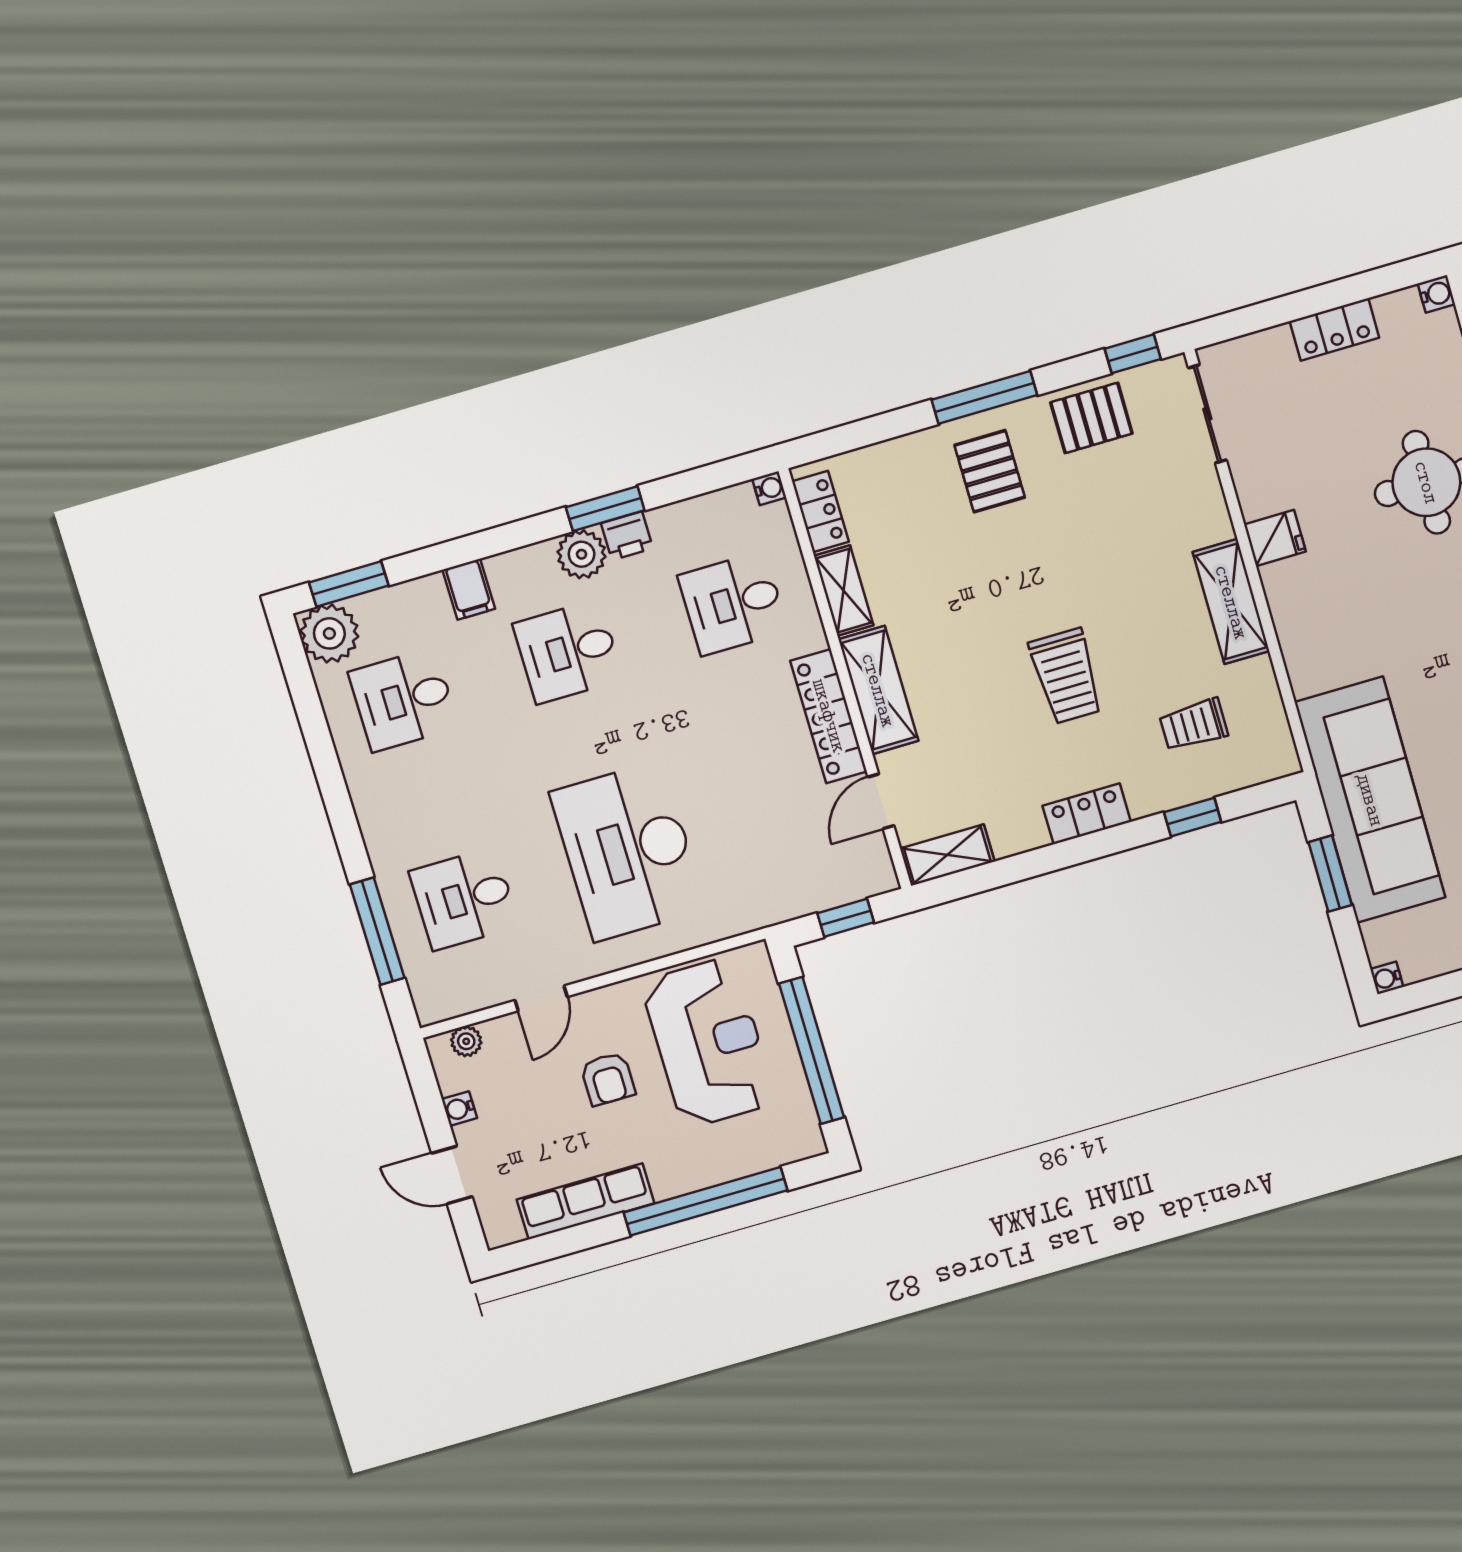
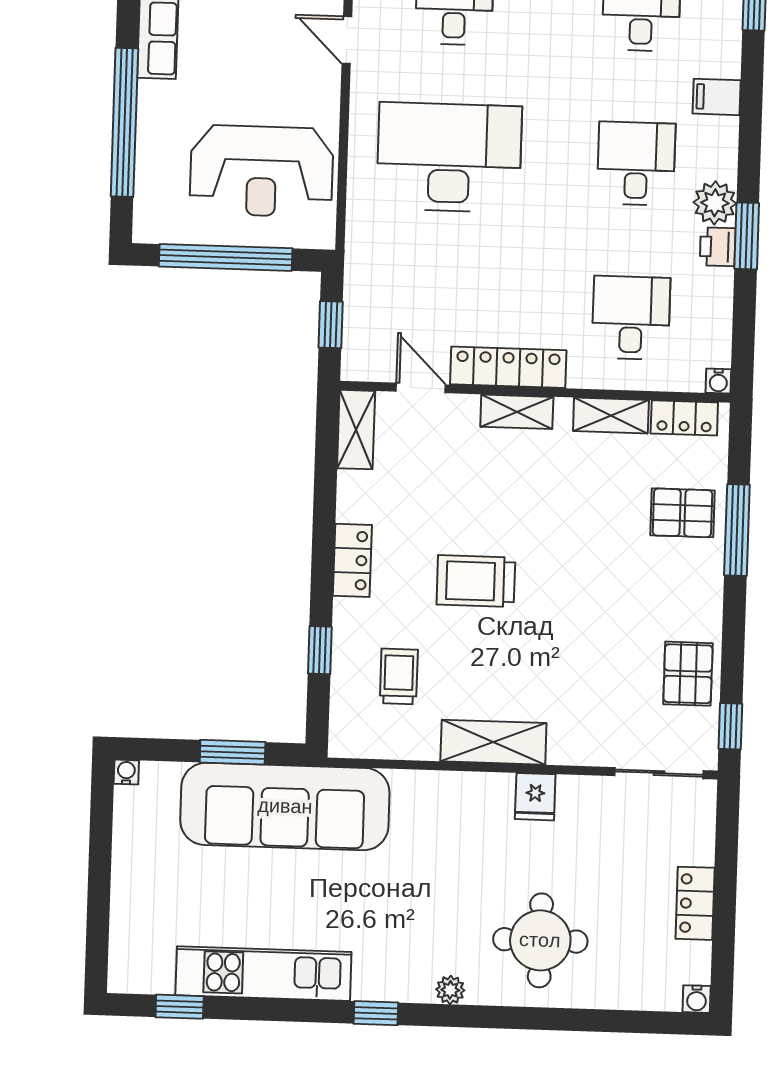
window: (984, 397) -> (737, 530), moved
pallet: (990, 471) -> (682, 513), moved
shelving: (878, 690) -> (517, 412), width x0.67, depth x0.75
armchair: (608, 1079) -> (258, 74), removed

